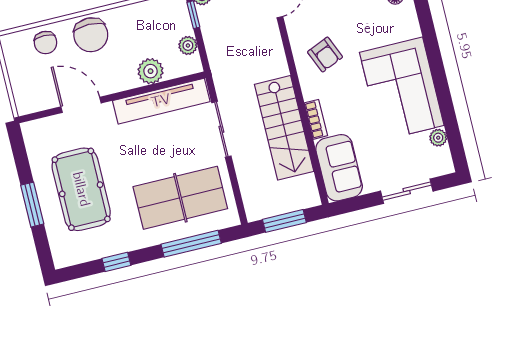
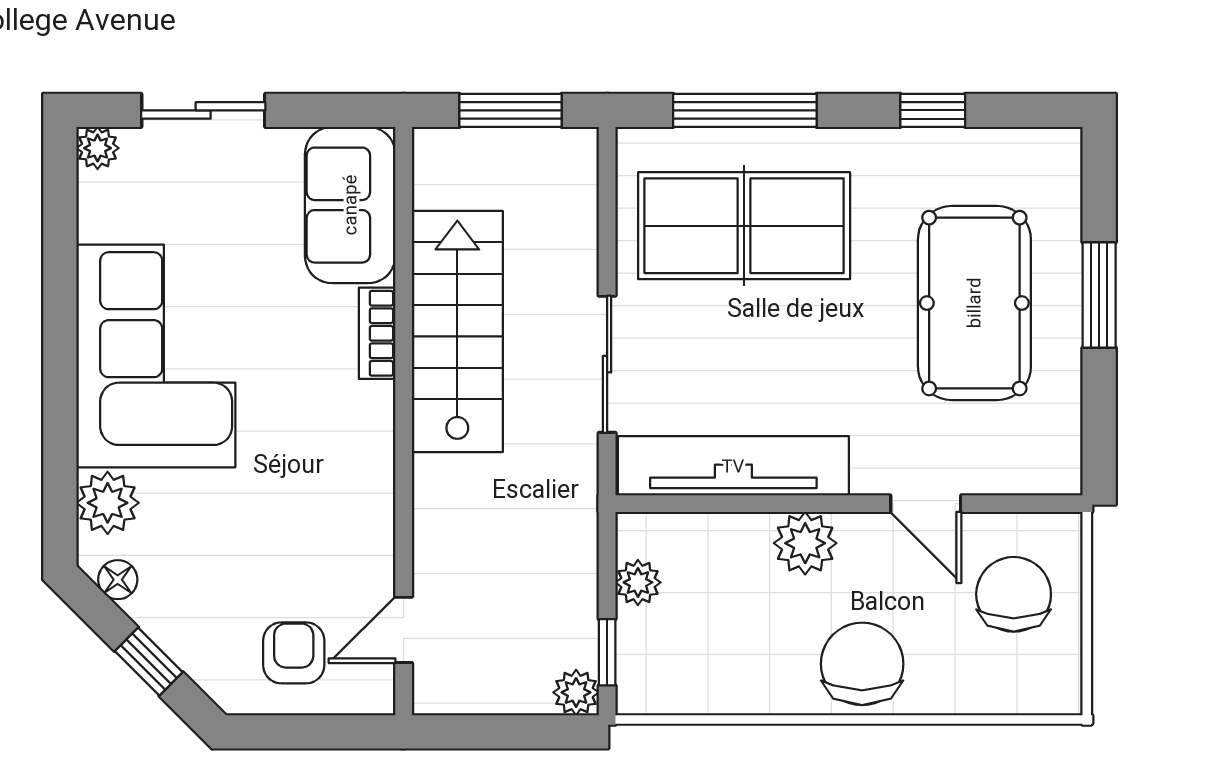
plant: (407, 26) -> (108, 503), added
chair: (45, 43) -> (1014, 594), moved, width x1.37, depth x1.37
armchair: (325, 54) -> (318, 482), removed
plant: (151, 71) -> (805, 543), moved
door: (81, 105) -> (926, 504), width x0.73
plant: (438, 138) -> (98, 148), moved

